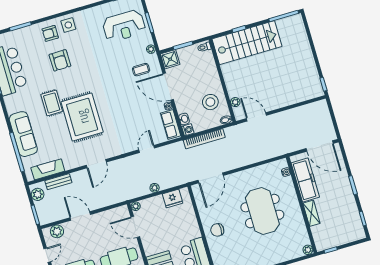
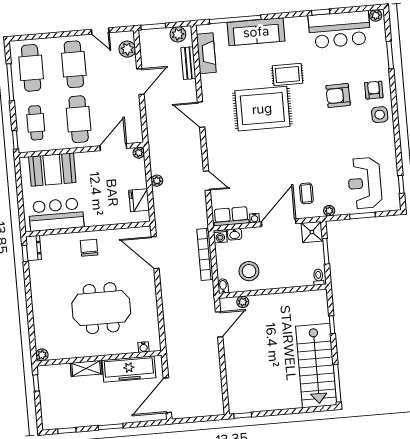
stairs: (247, 43) -> (316, 366), moved

